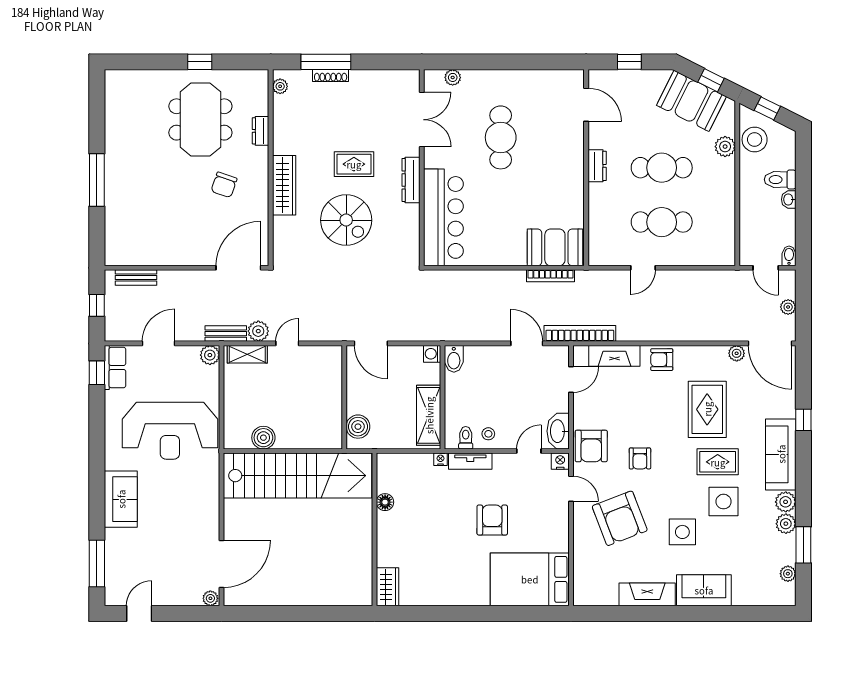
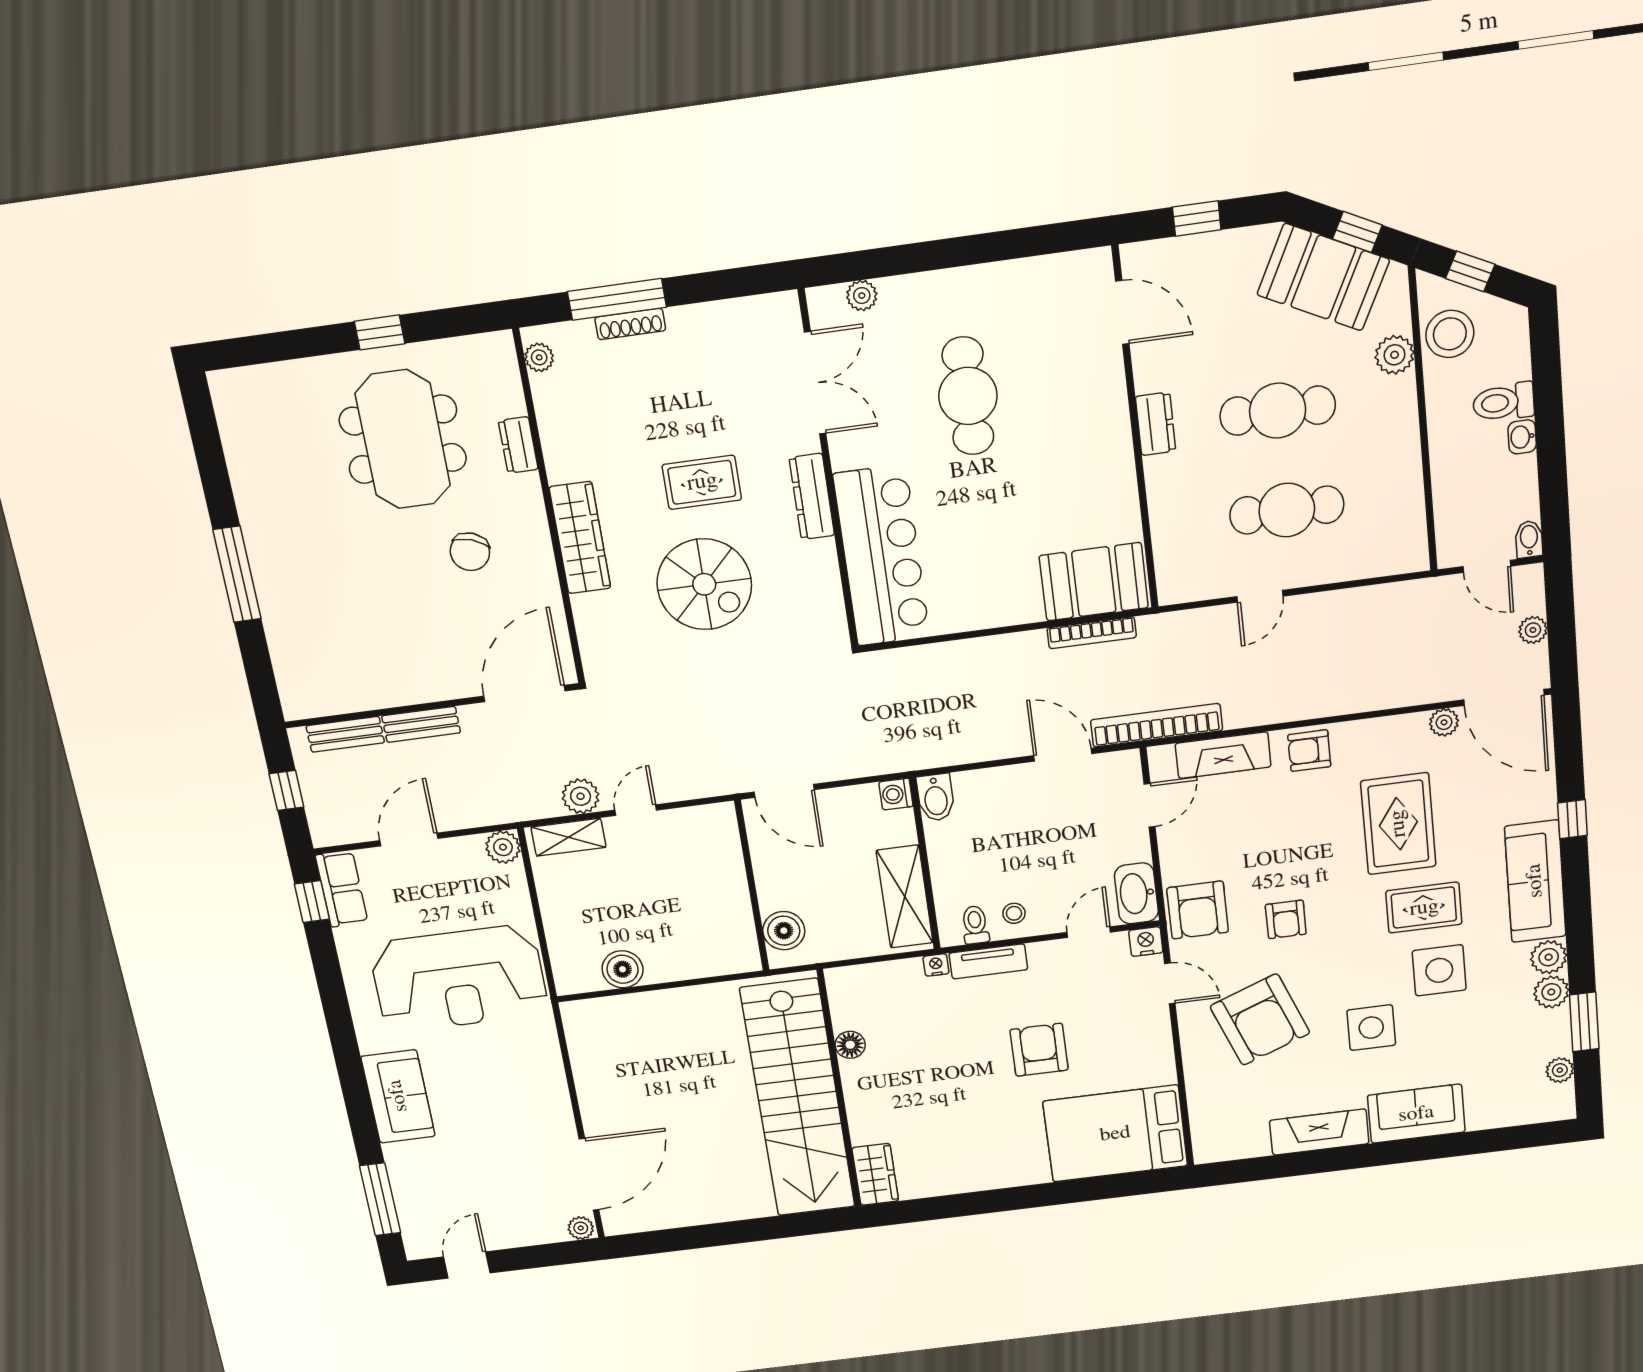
bench: (226, 334) -> (421, 724), moved
stairs: (297, 476) -> (798, 1098), moved, turned 90

